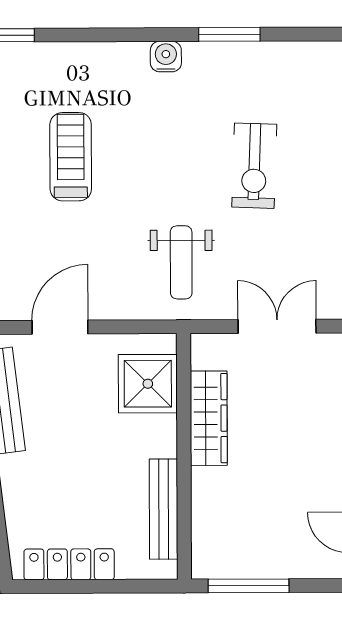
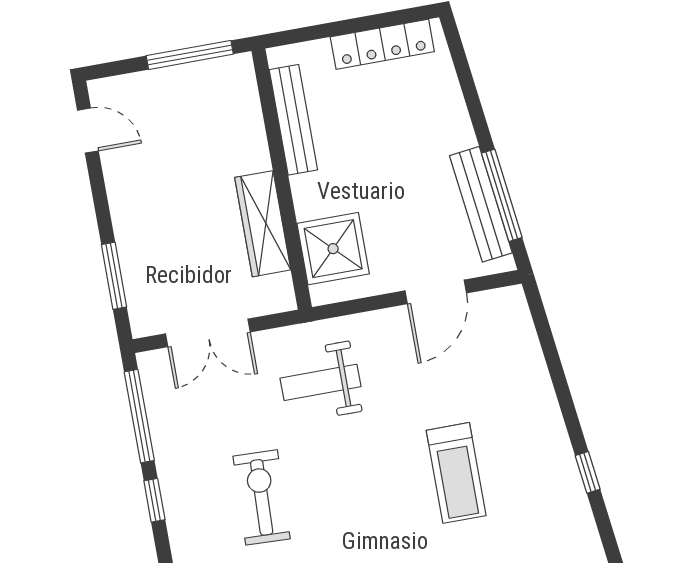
weight bench: (181, 262) -> (320, 382), turned -90

